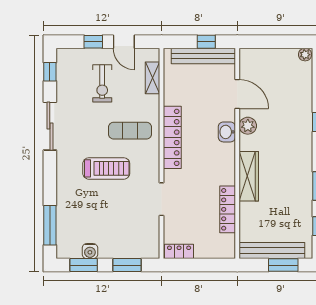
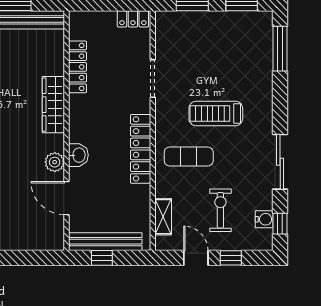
water cooler: (90, 251) -> (264, 219), moved, turned 90

